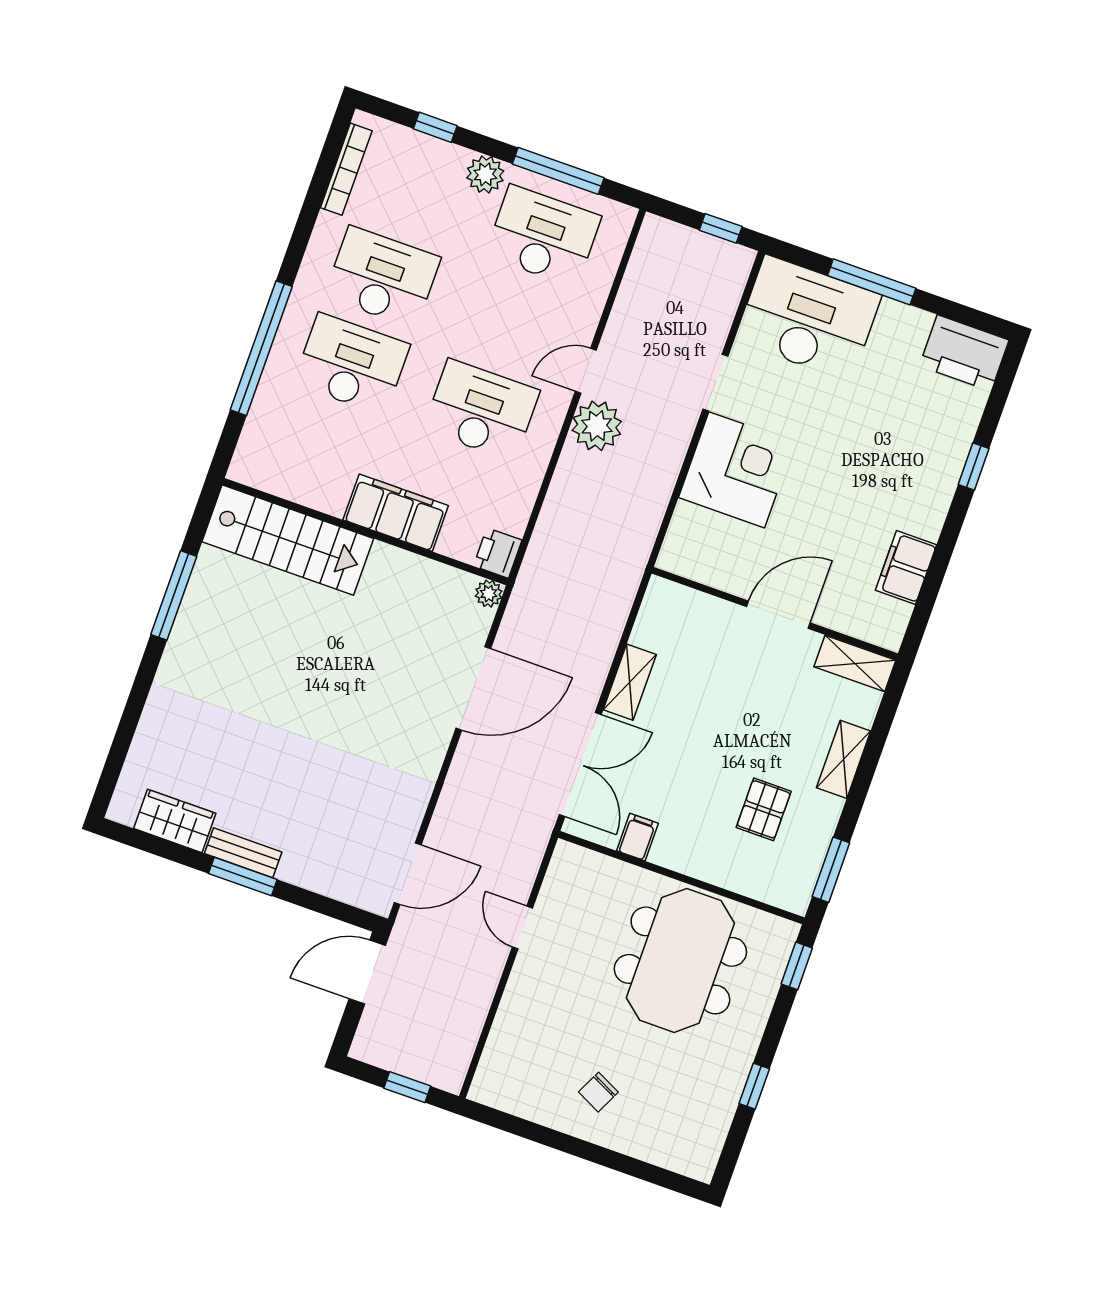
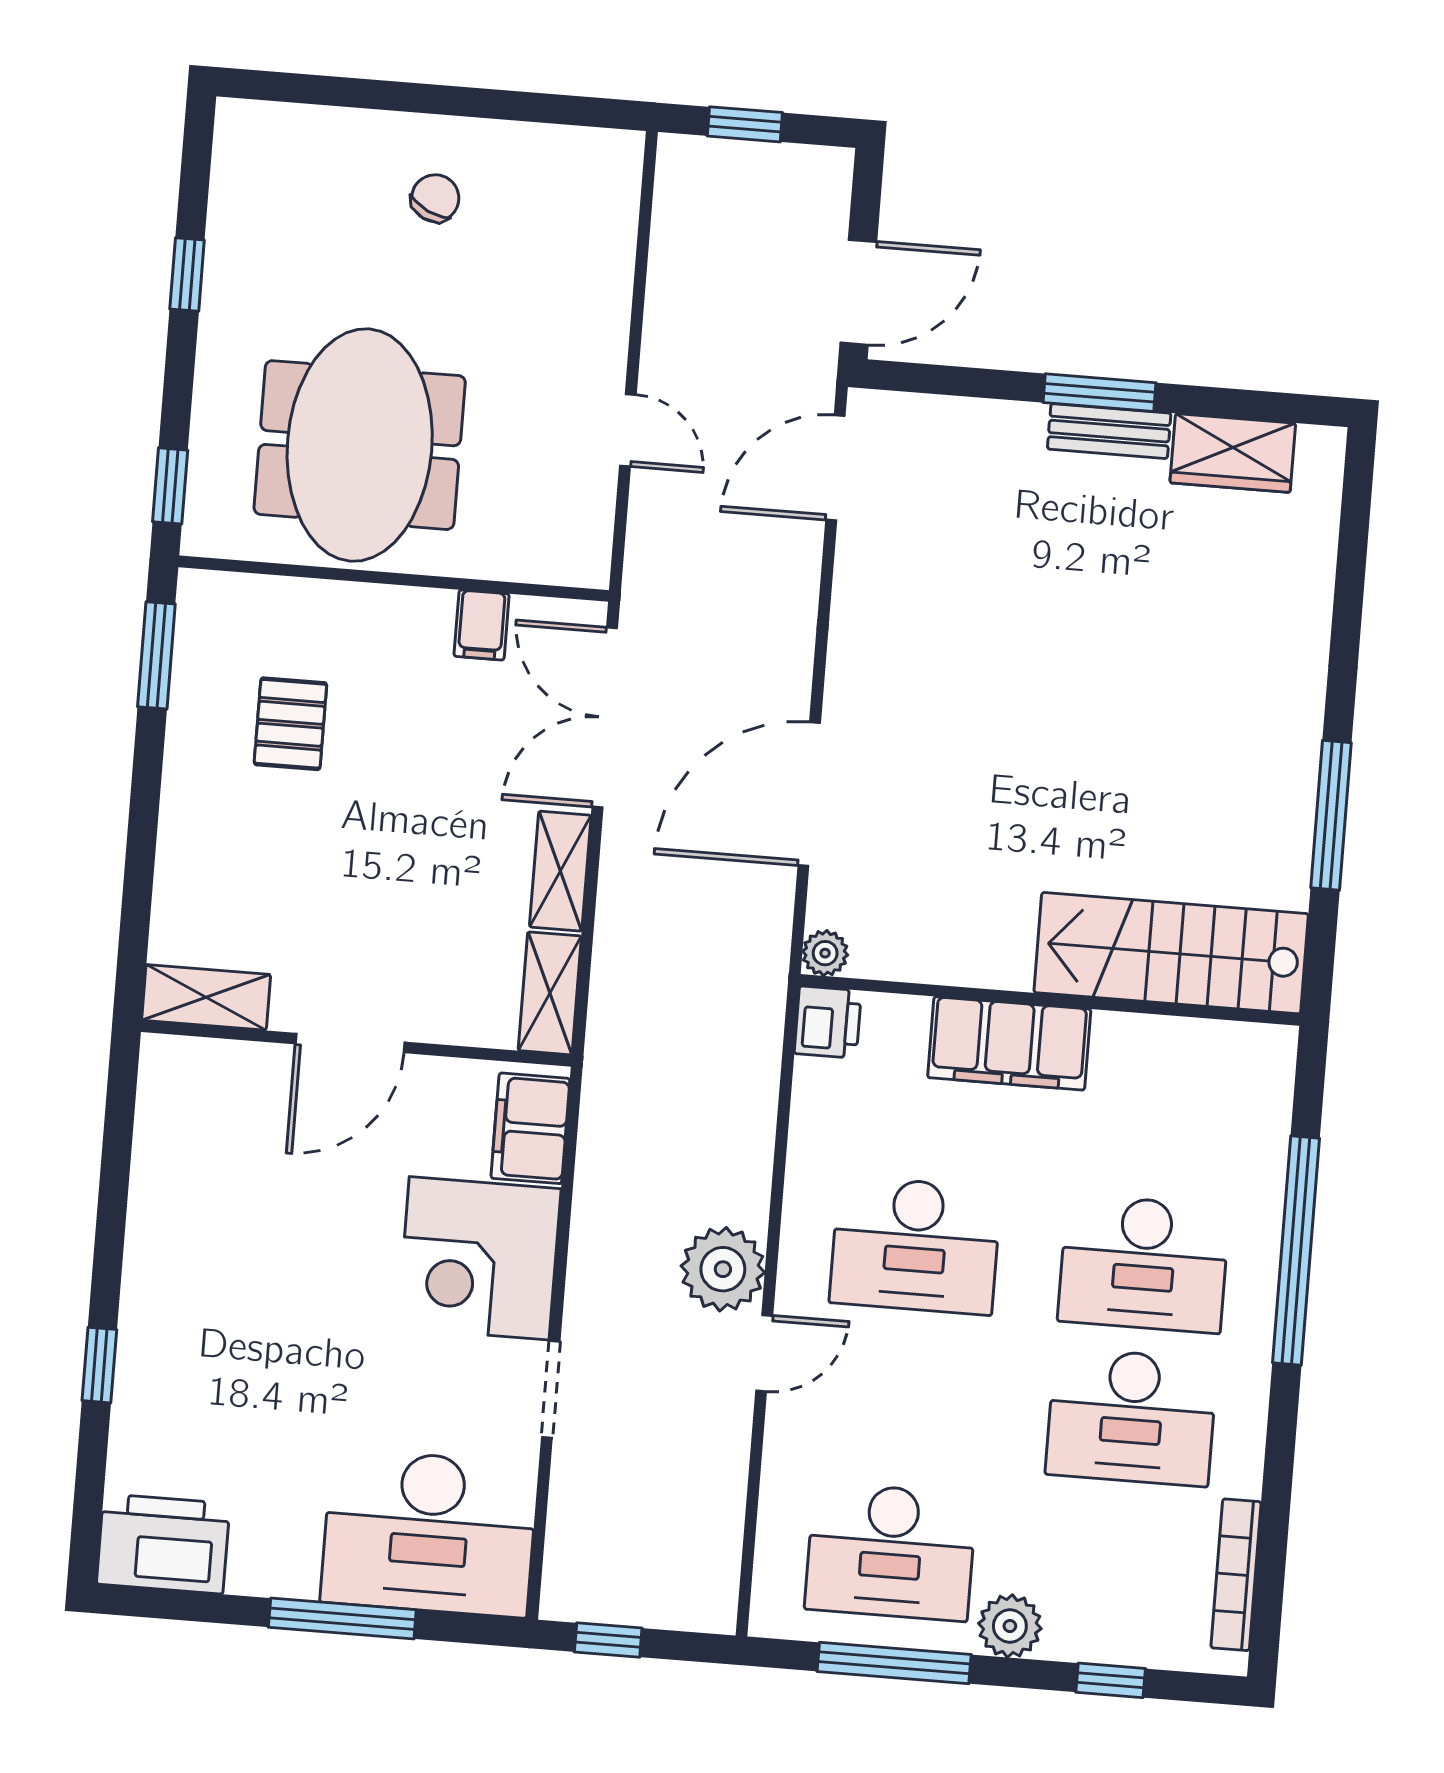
filing cabinet: (906, 567) -> (530, 1128), moved, turned 180
shelving: (844, 759) -> (550, 993), moved

